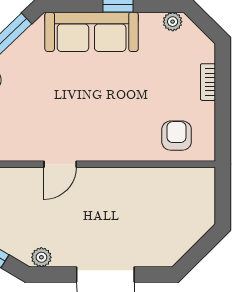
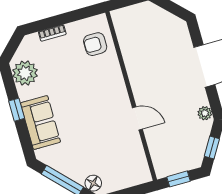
plant: (173, 22) -> (25, 73), width x1.87, depth x1.87
sofa: (92, 32) -> (40, 123), width x0.73

